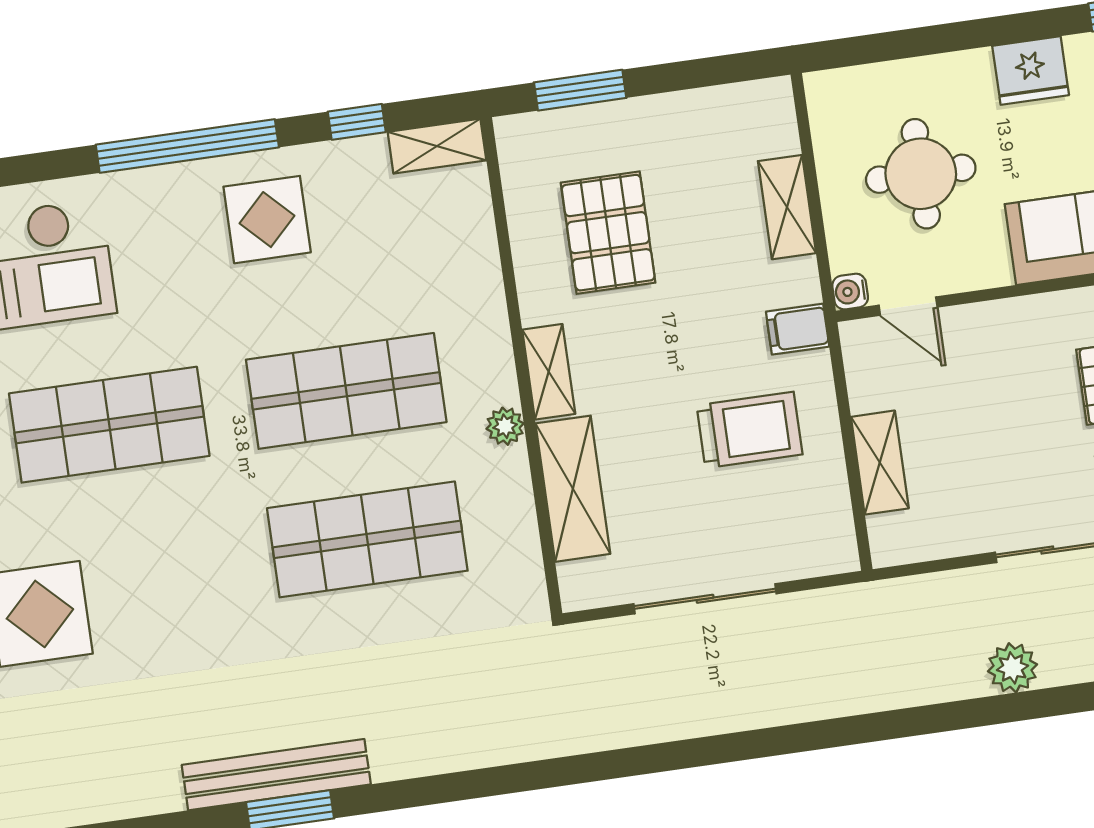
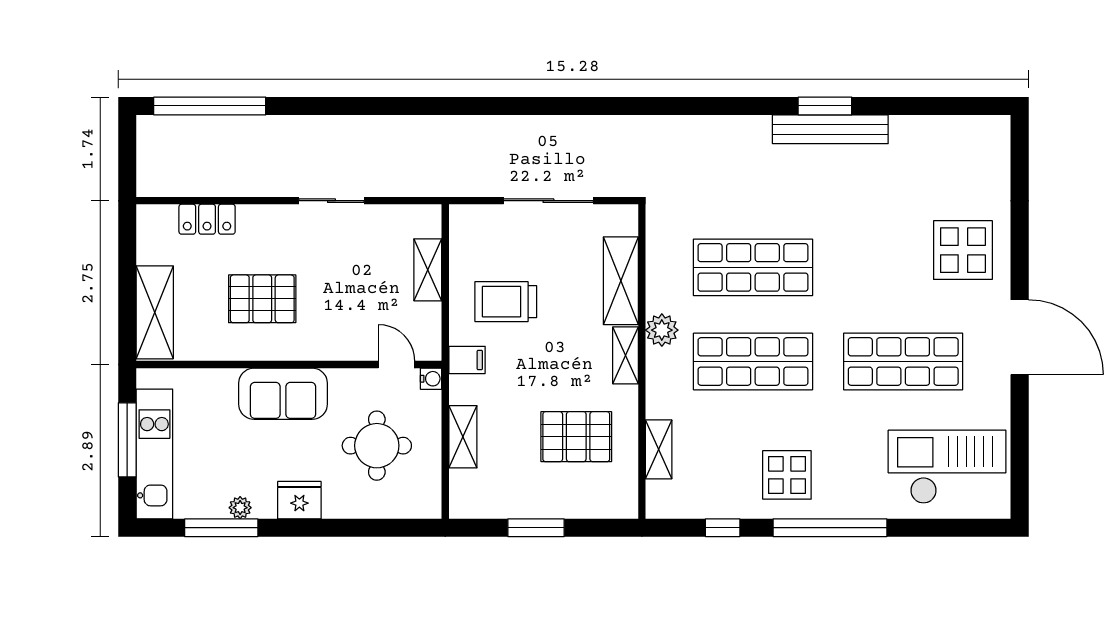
window: (580, 90) -> (536, 528), moved
shelving: (437, 146) -> (659, 449), moved, turned 90
pallet: (608, 233) -> (576, 437), turned 90
plant: (505, 426) -> (662, 330), width x1.38, depth x1.38
plant: (1013, 668) -> (364, 131), removed

